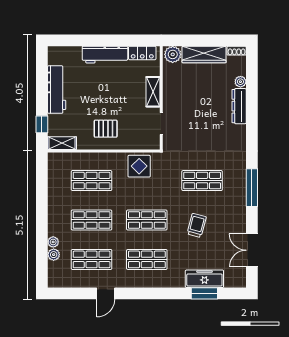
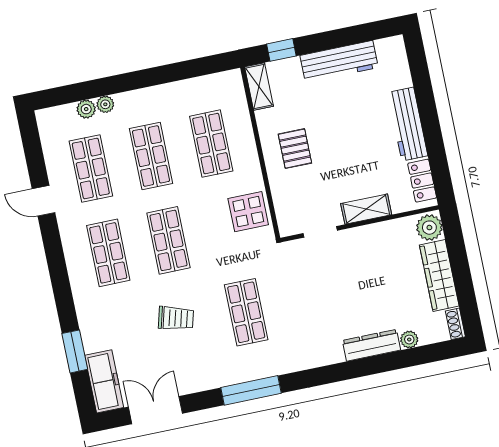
freezer: (204, 279) -> (104, 381), moved

